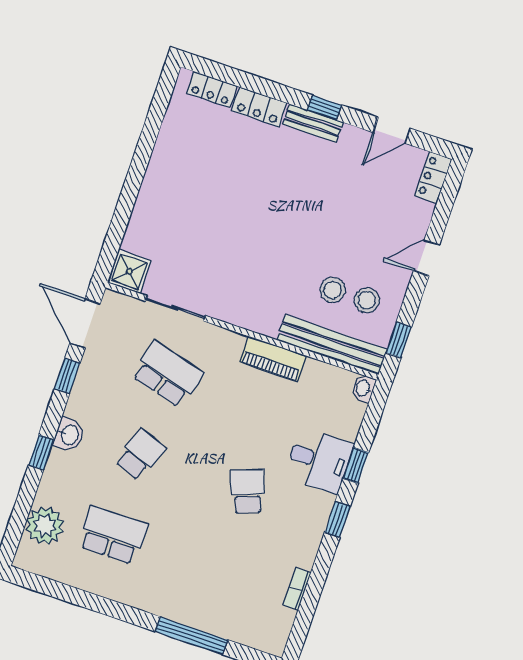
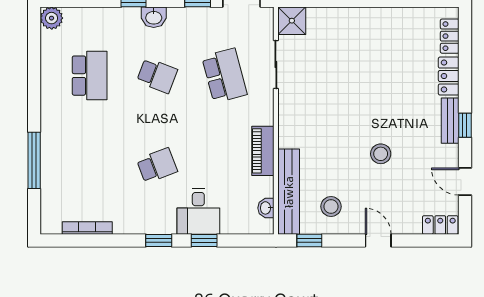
stool: (332, 290) -> (381, 154), moved
school desk: (167, 374) -> (224, 76), turned -30
washbasin: (363, 388) -> (266, 208), moved, turned -90
plant: (45, 526) -> (52, 18), moved, width x0.73, depth x0.73
bookcase: (297, 589) -> (87, 228), width x1.56

